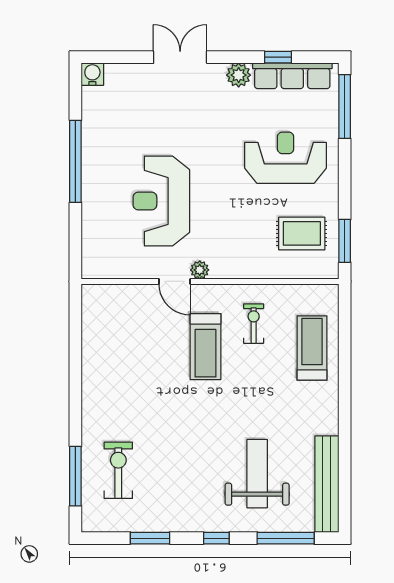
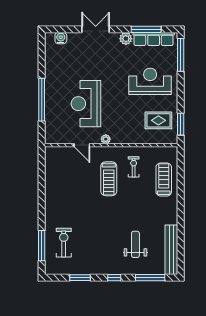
window: (278, 57) -> (146, 29), width x2.17
water cooler: (92, 74) -> (61, 38), moved
window: (75, 161) -> (42, 100), moved
door: (175, 281) -> (82, 145), moved
weight bench: (257, 474) -> (135, 244), width x0.73, depth x0.75

